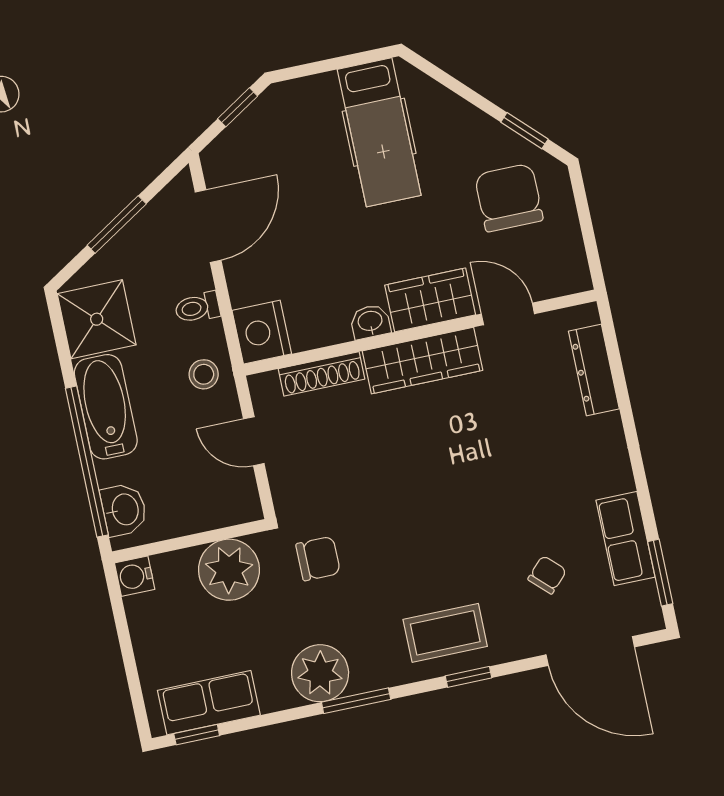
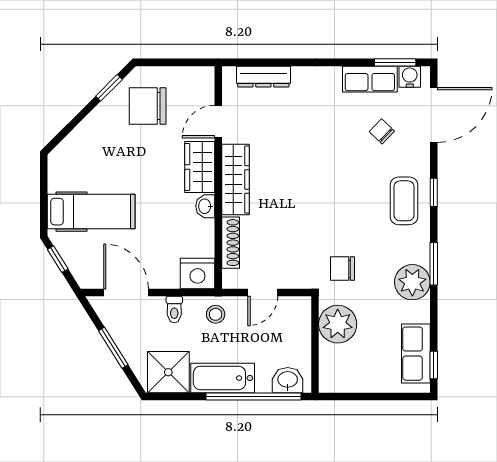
hospital bed: (379, 132) -> (91, 212), moved
chair: (318, 559) -> (342, 269), turned -90
water cooler: (135, 576) -> (410, 77), moved, turned 180

